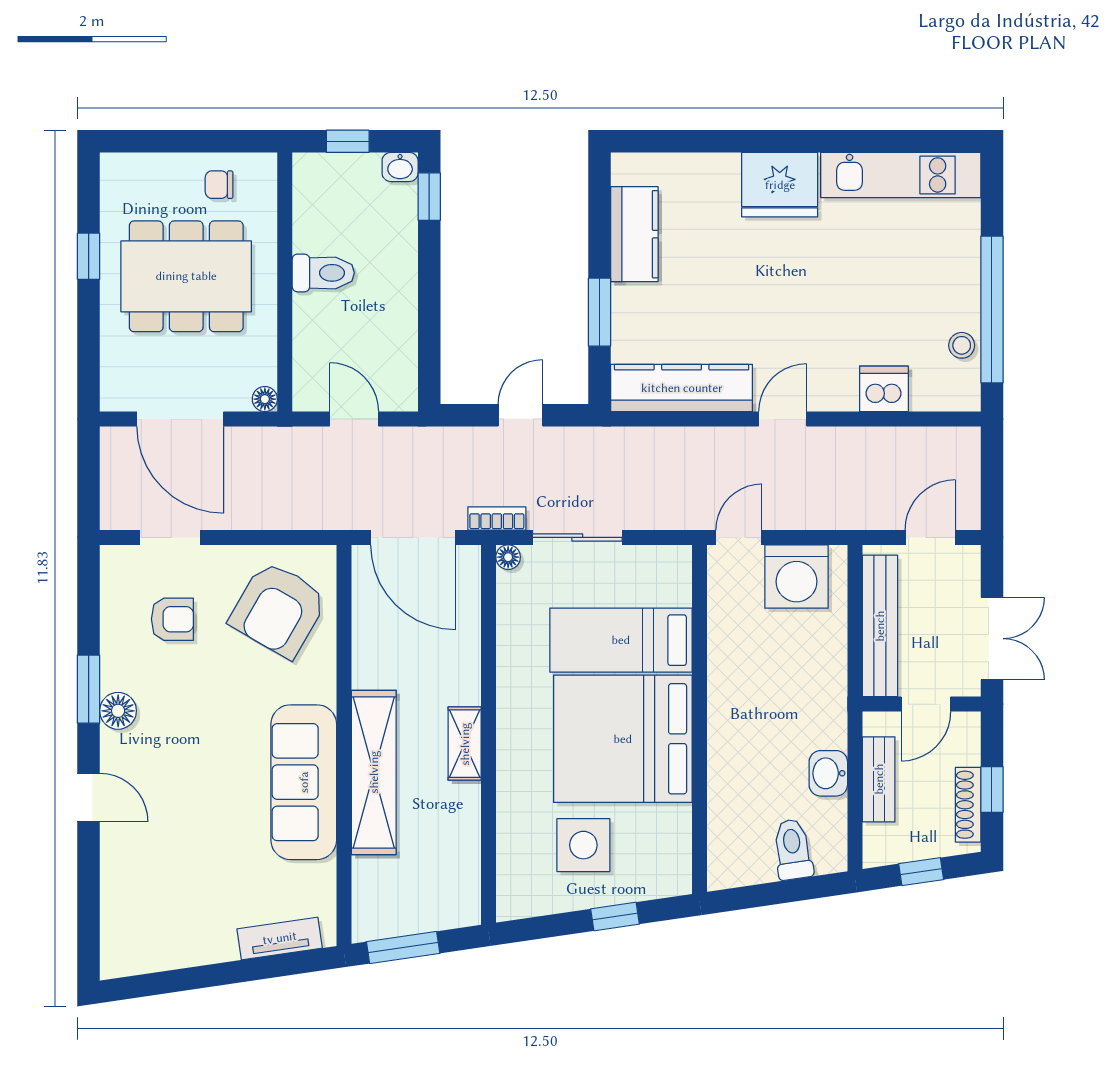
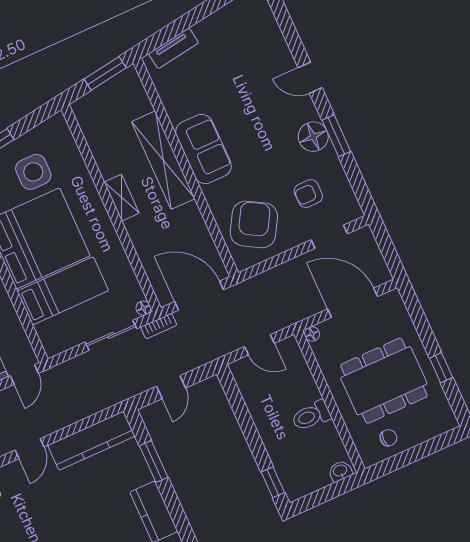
window: (348, 141) -> (330, 492), removed
washbasin: (400, 167) -> (340, 471), moved
floor lamp: (118, 711) -> (313, 137), width x1.38, depth x1.38
sofa: (304, 782) -> (203, 149), width x0.73

